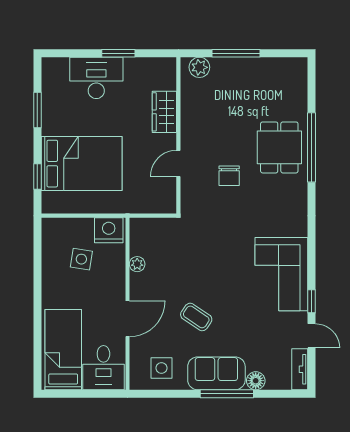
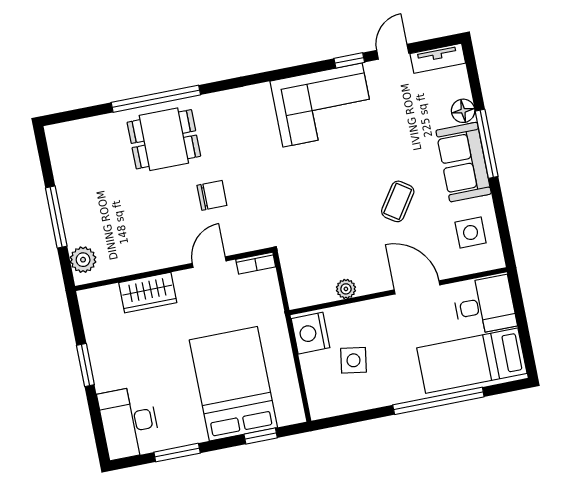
desk: (96, 78) -> (129, 422), moved
door: (178, 163) -> (209, 262), swing flipped
bookcase: (171, 199) -> (256, 263), added
window: (37, 318) -> (438, 401), added

